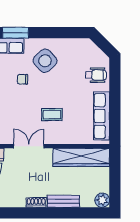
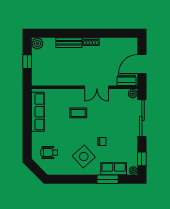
wheelchair: (96, 75) -> (49, 153), moved
wardrobe: (81, 157) -> (54, 78), removed
window: (115, 178) -> (27, 62), added

